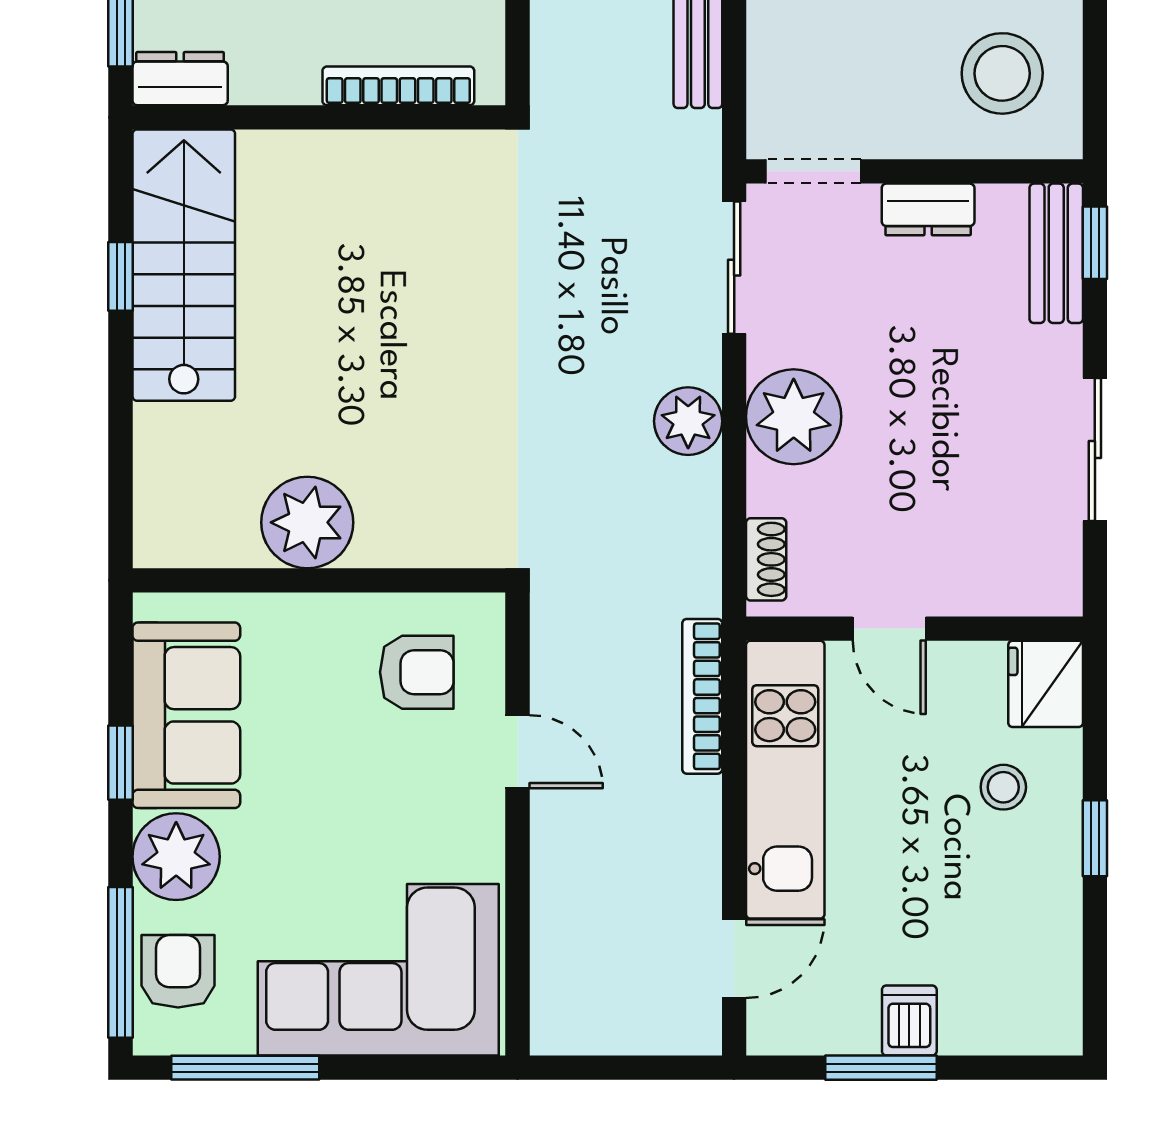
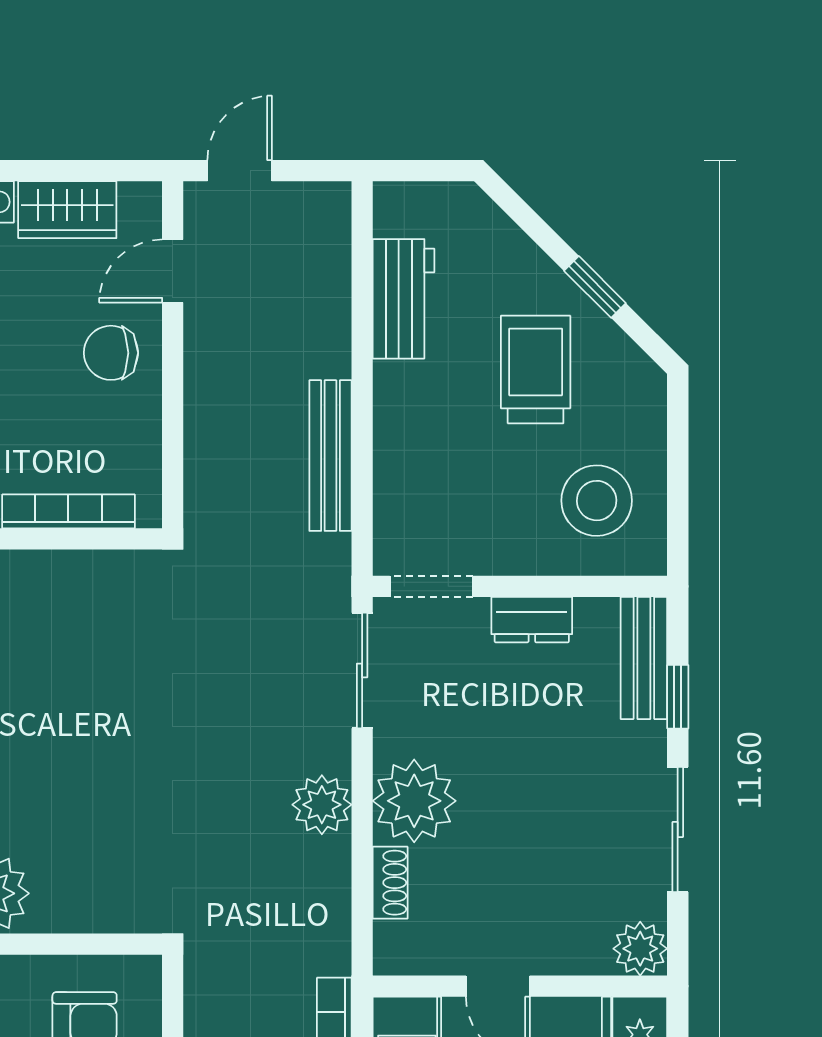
window: (1095, 243) -> (678, 697), moved
shoe rack: (766, 559) -> (390, 883), moved
plant: (1052, 586) -> (640, 949), added

